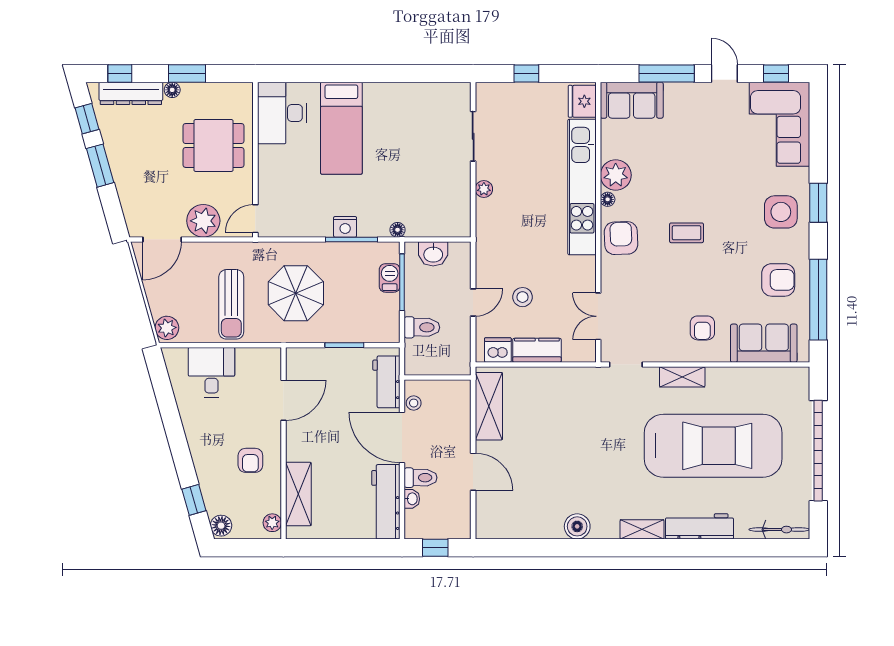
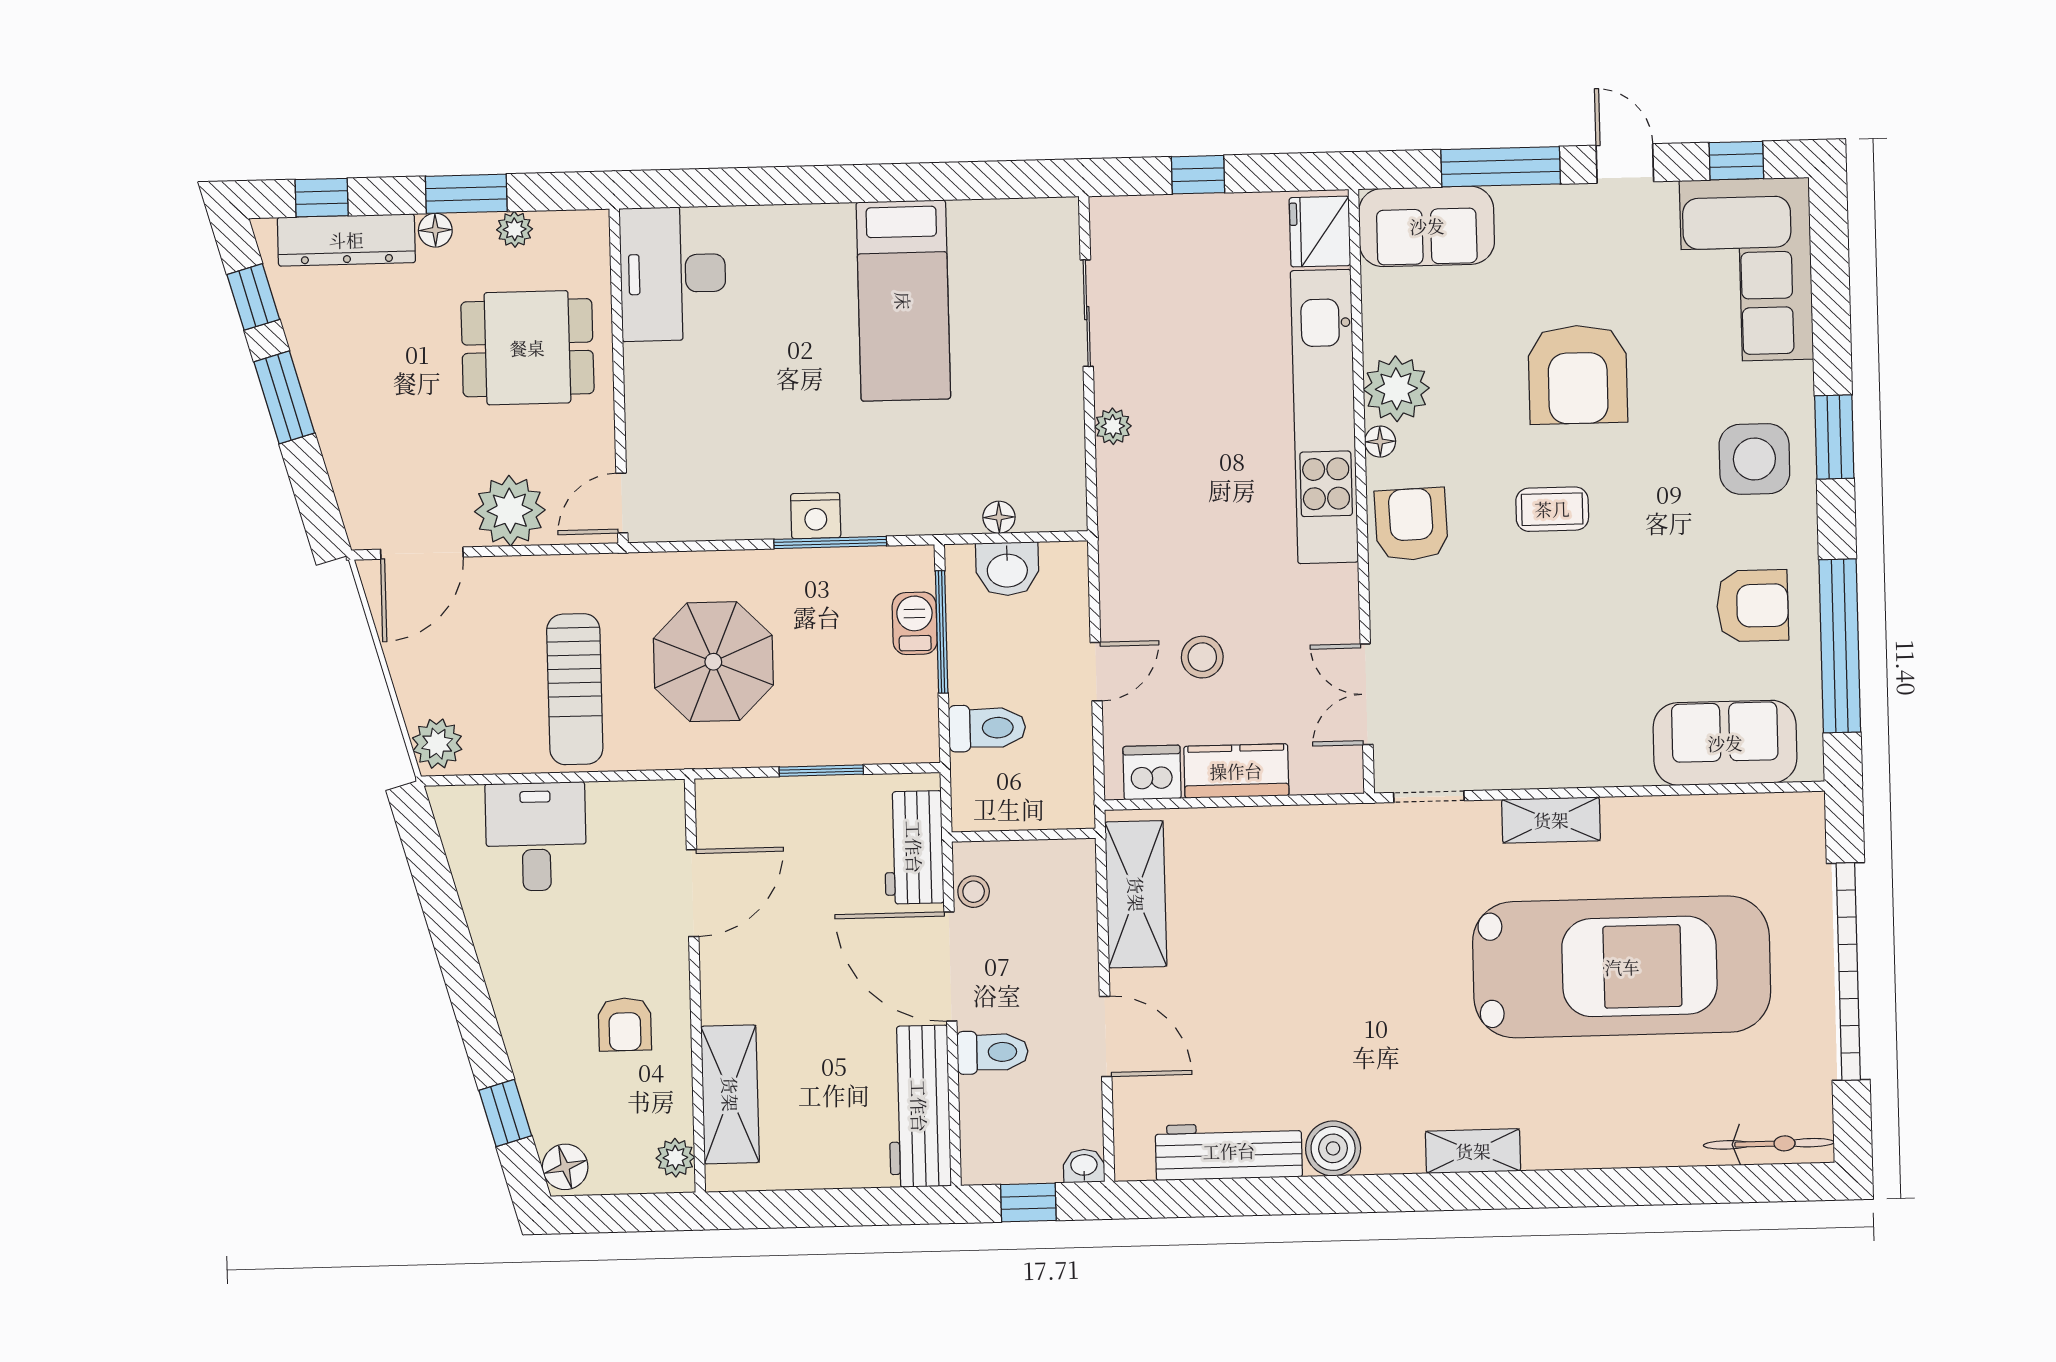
plant: (209, 90) -> (515, 229), added
bed: (341, 128) -> (903, 301), moved
floor lamp: (398, 230) -> (999, 517), moved
armchair: (702, 328) -> (1578, 374), moved, width x1.88, depth x1.88
washbasin: (412, 499) -> (1084, 1166), moved, turned -90
workbench: (699, 526) -> (1229, 1151), moved

